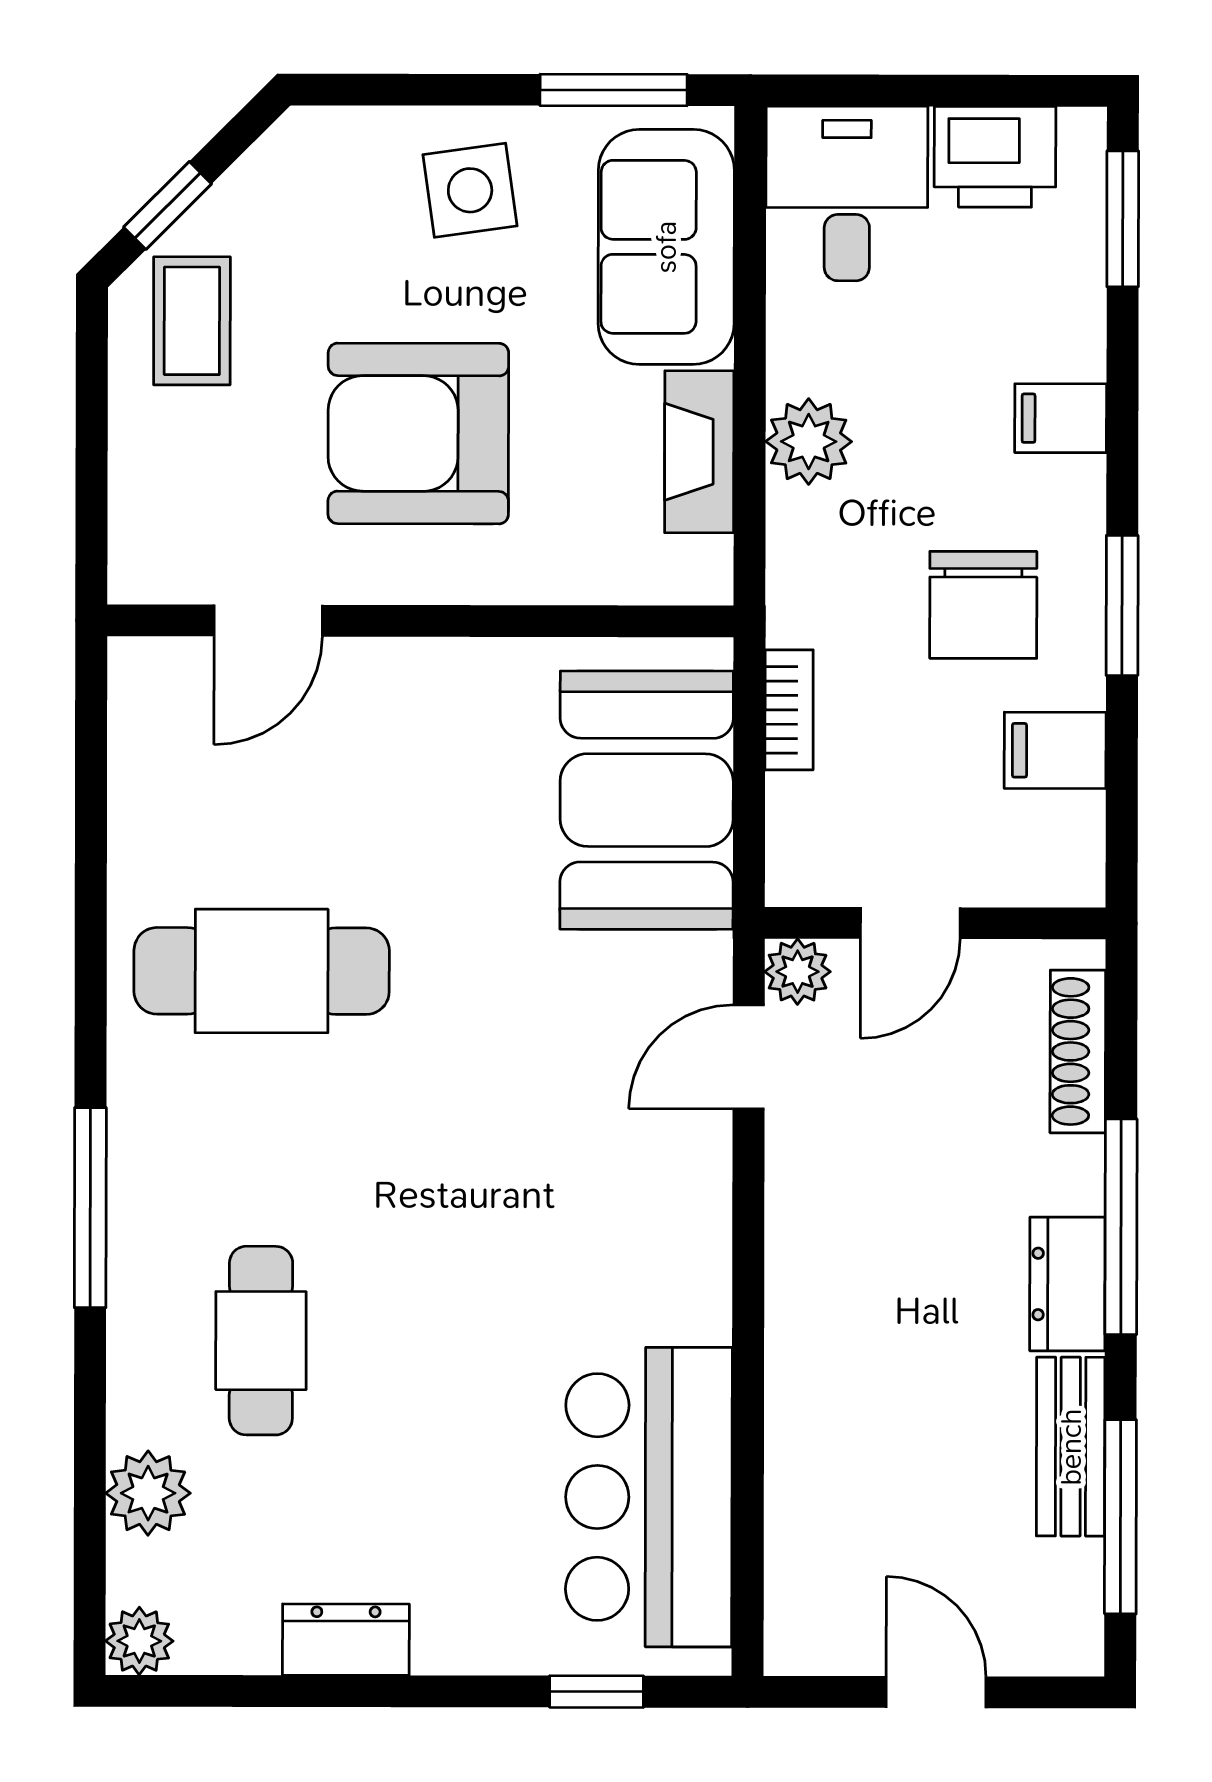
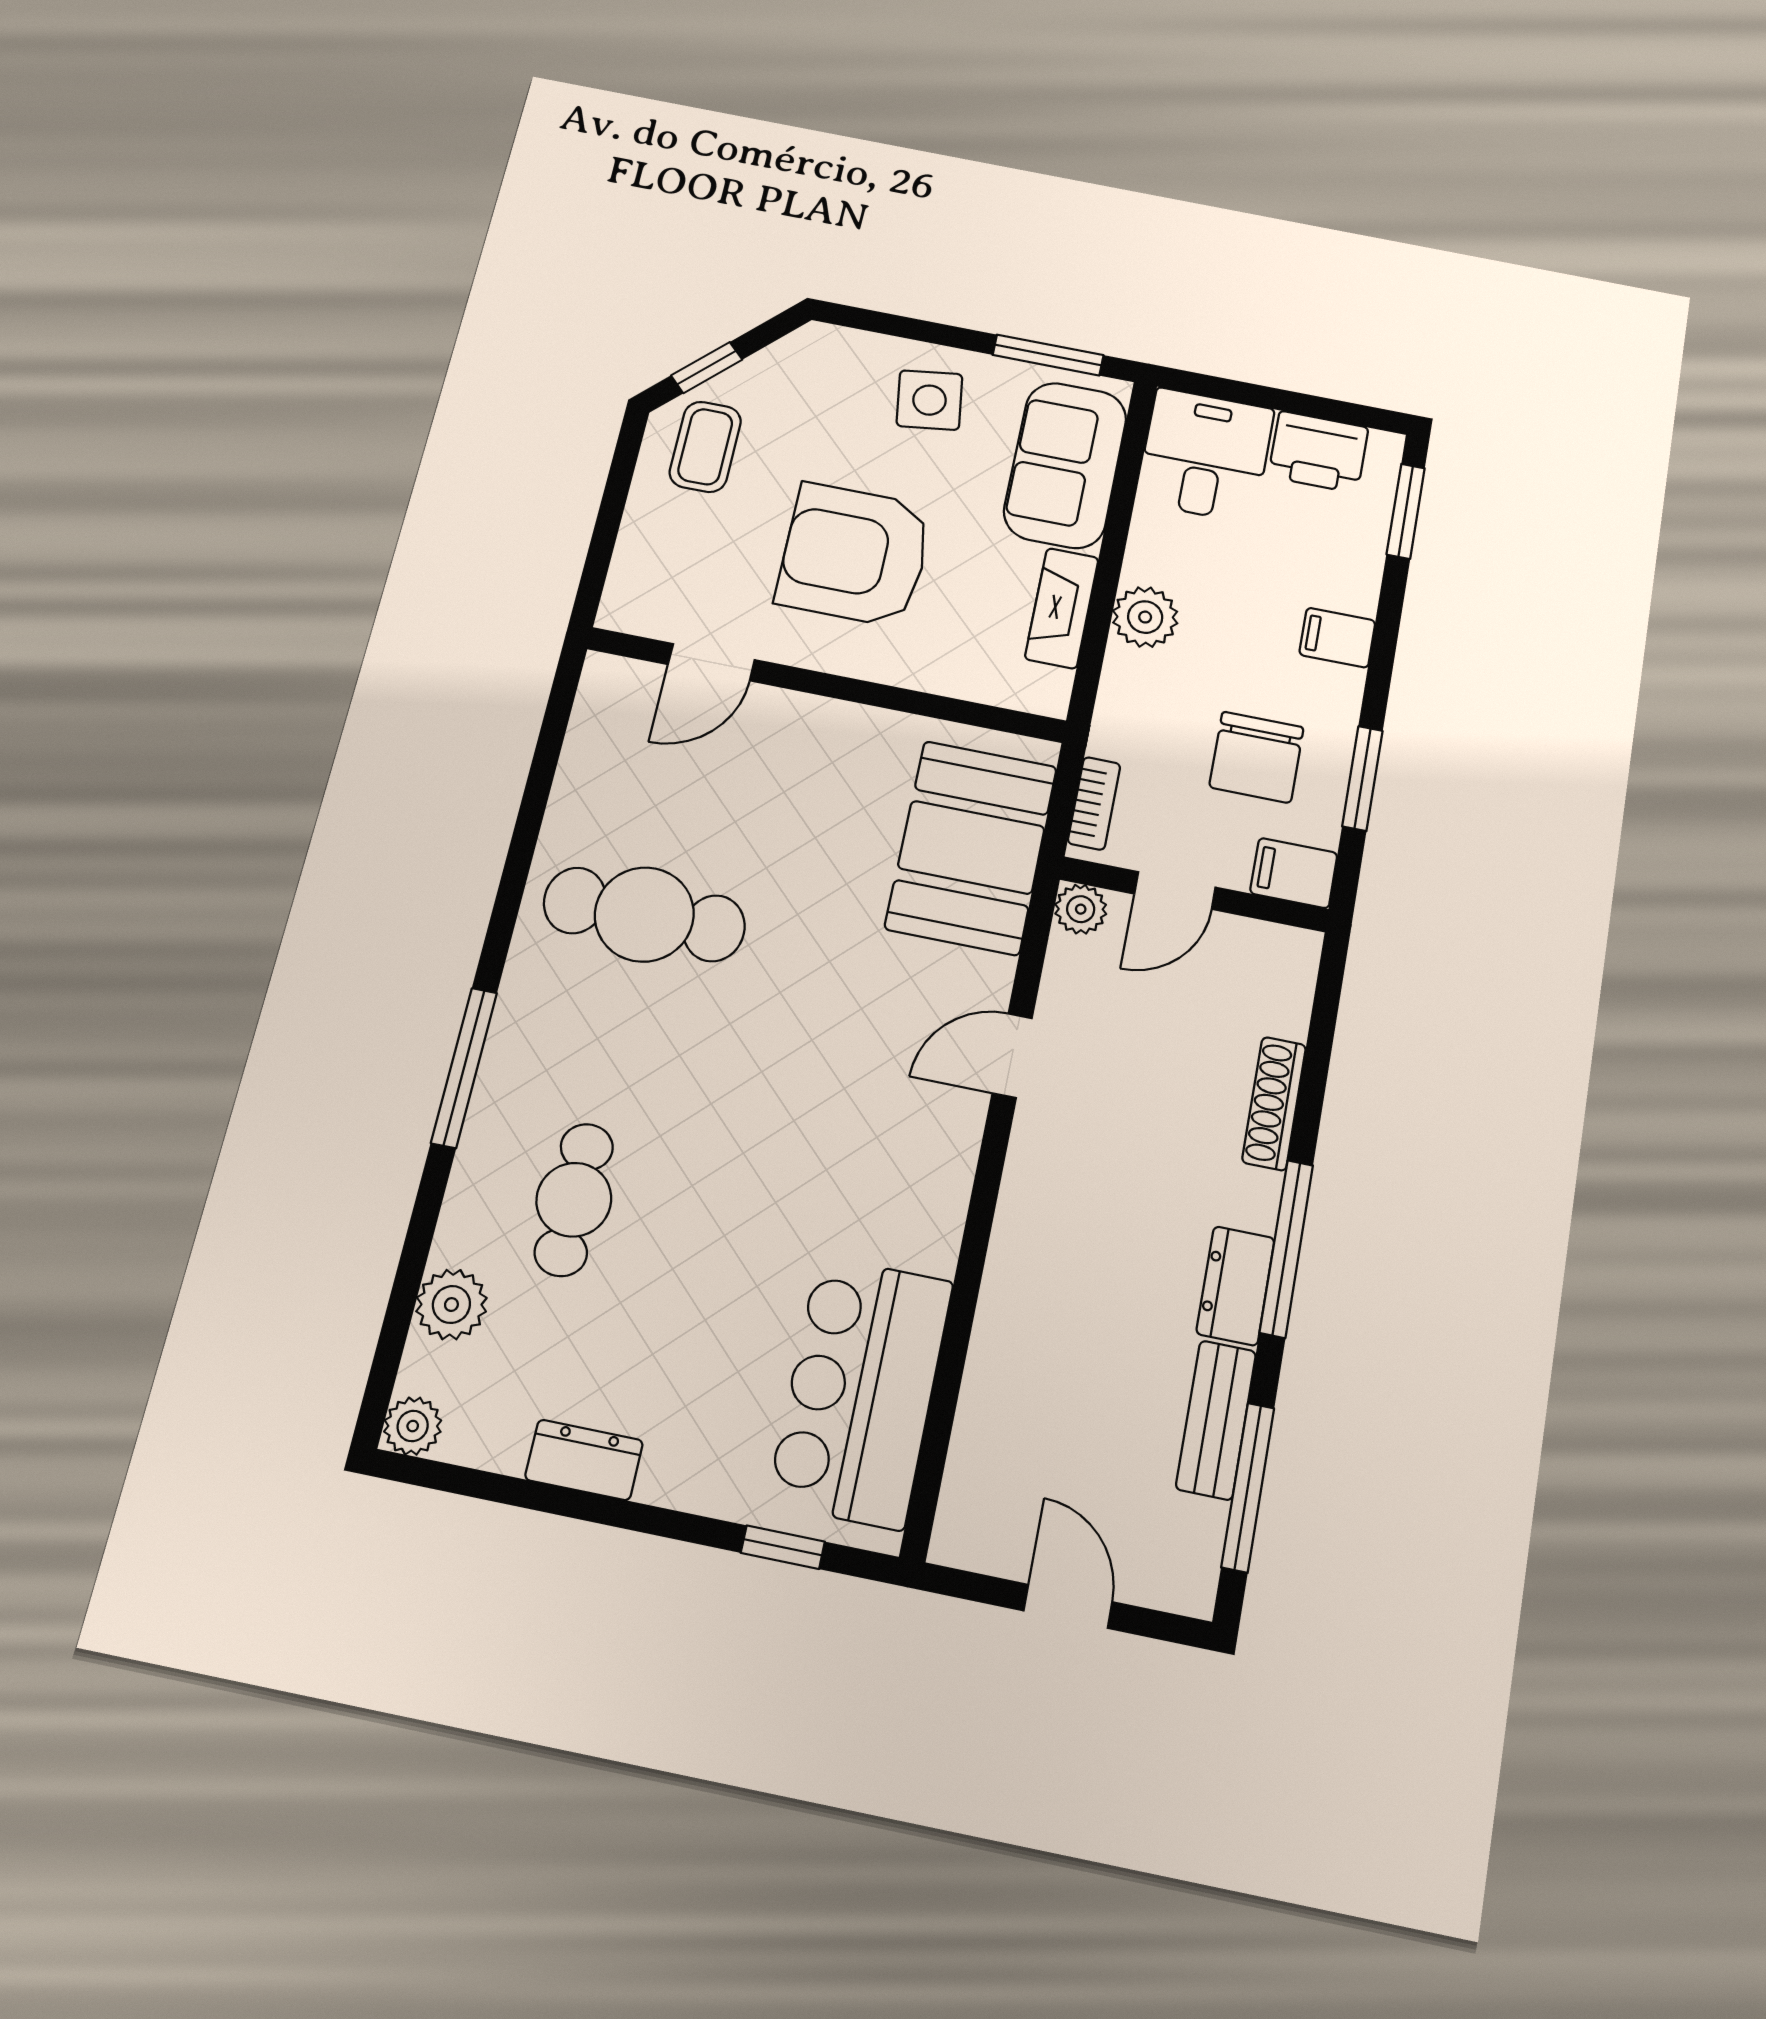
door: (910, 923) -> (1175, 891), moved
wall: (935, 923) -> (1194, 894), moved
plant: (798, 972) -> (1081, 909), moved

